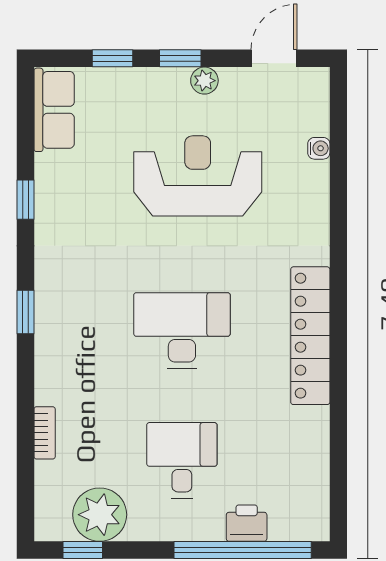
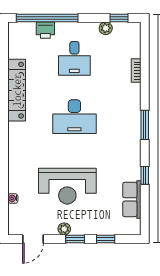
row of seats: (54, 110) -> (132, 199), moved
window: (25, 312) -> (145, 125), width x1.50
locker: (310, 336) -> (17, 90), moved
plant: (100, 515) -> (106, 28), width x0.53, depth x0.53

